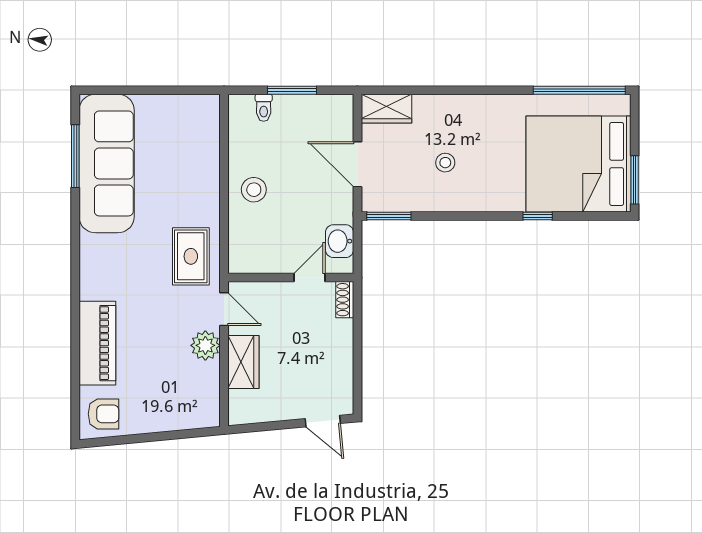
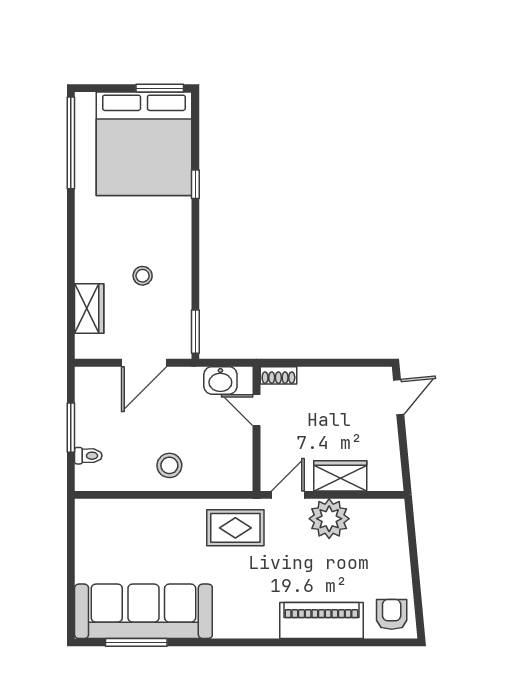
wardrobe: (386, 109) -> (89, 309), moved
plant: (205, 345) -> (329, 519), width x1.36, depth x1.36

